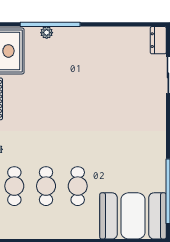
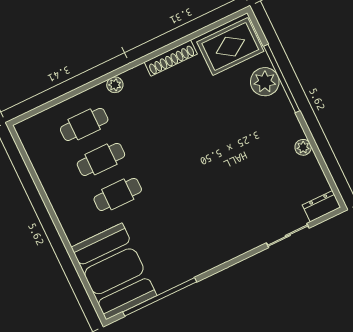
plant: (47, 33) -> (265, 82), width x1.88, depth x1.88
plant: (108, 33) -> (303, 147), added

